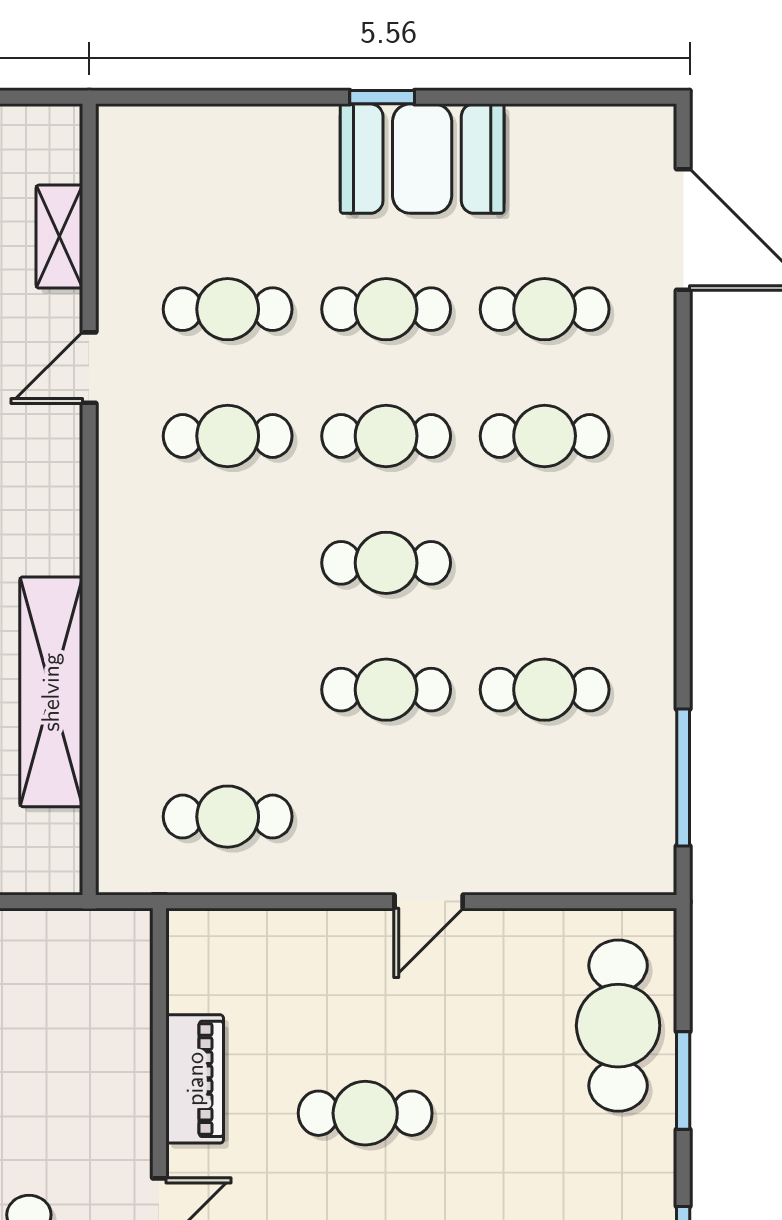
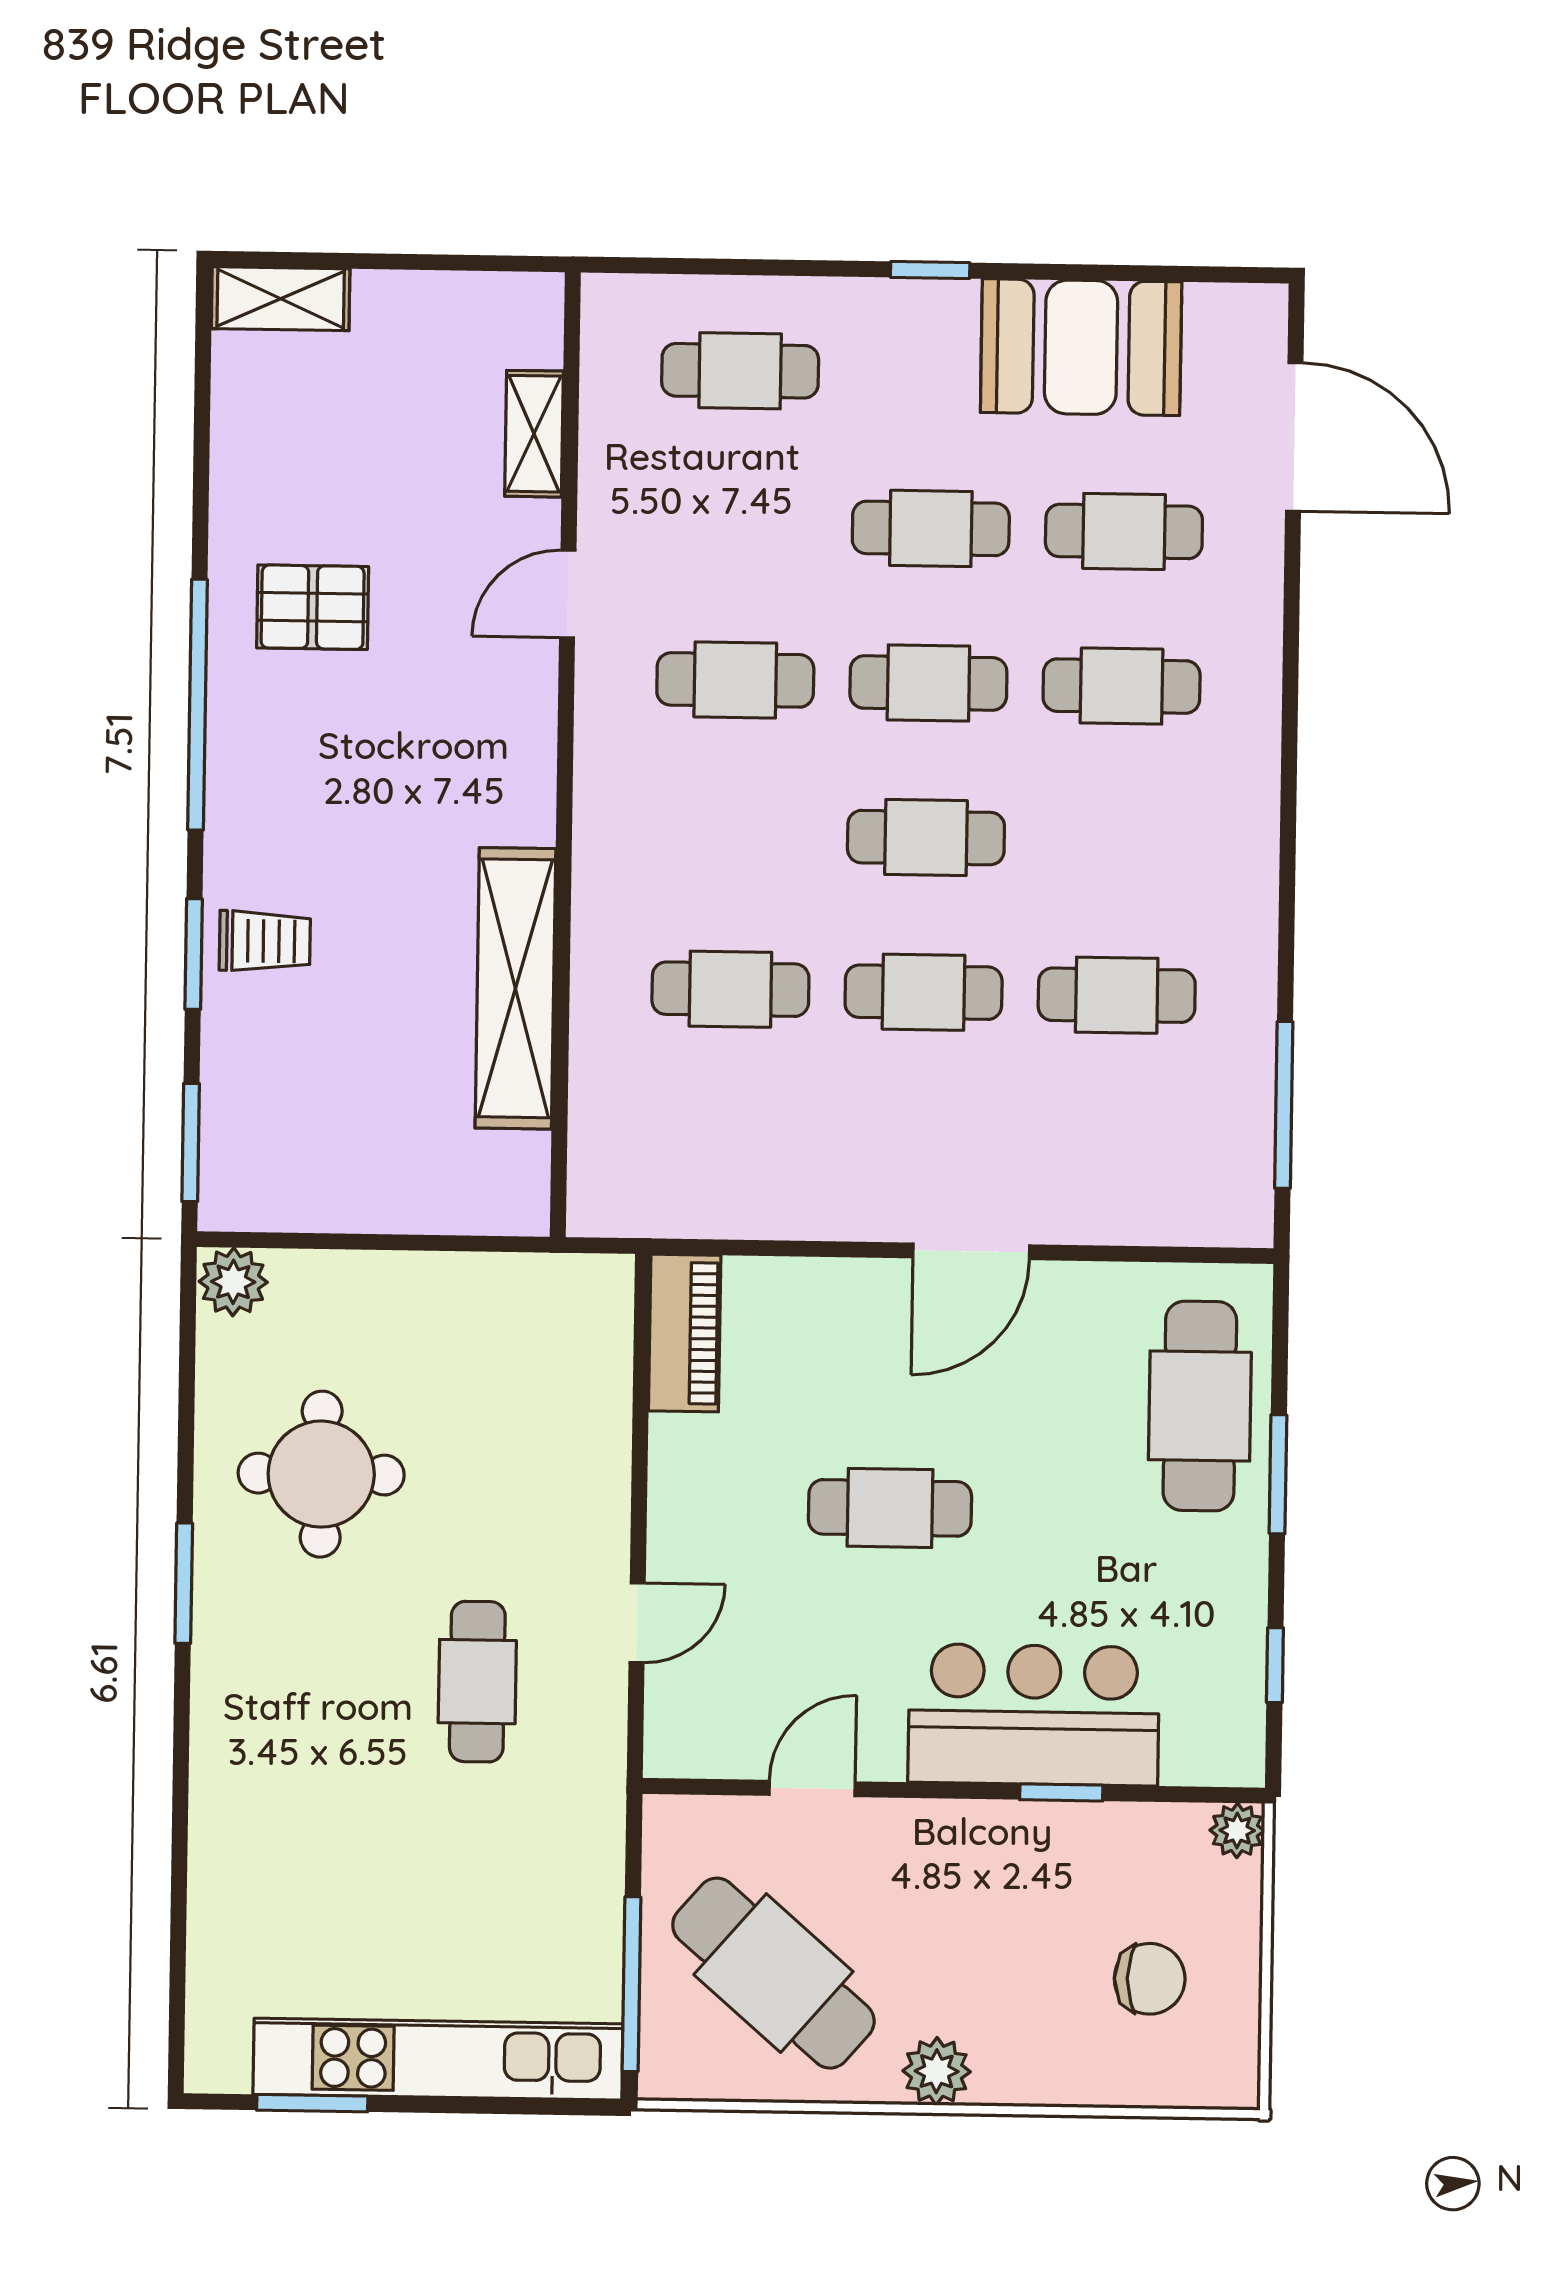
booth: (422, 159) -> (1081, 347), moved
cafe table: (228, 309) -> (740, 371), moved
cafe table: (228, 817) -> (730, 989), moved
door: (429, 902) -> (971, 1251), width x1.38
piano: (195, 1079) -> (685, 1333), moved

